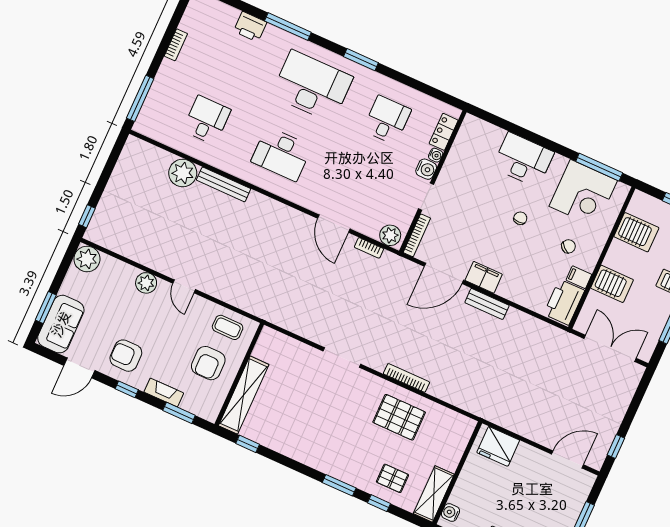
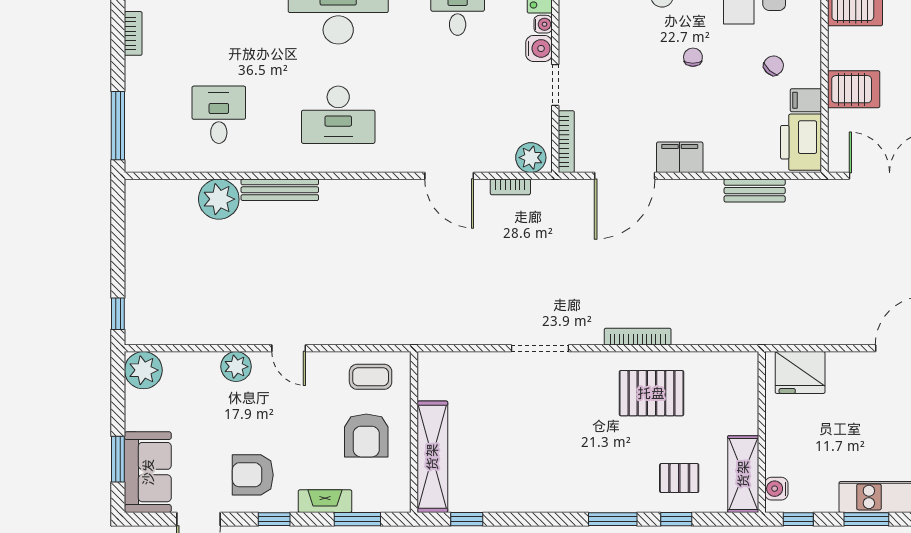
bench: (487, 304) -> (755, 191), moved

